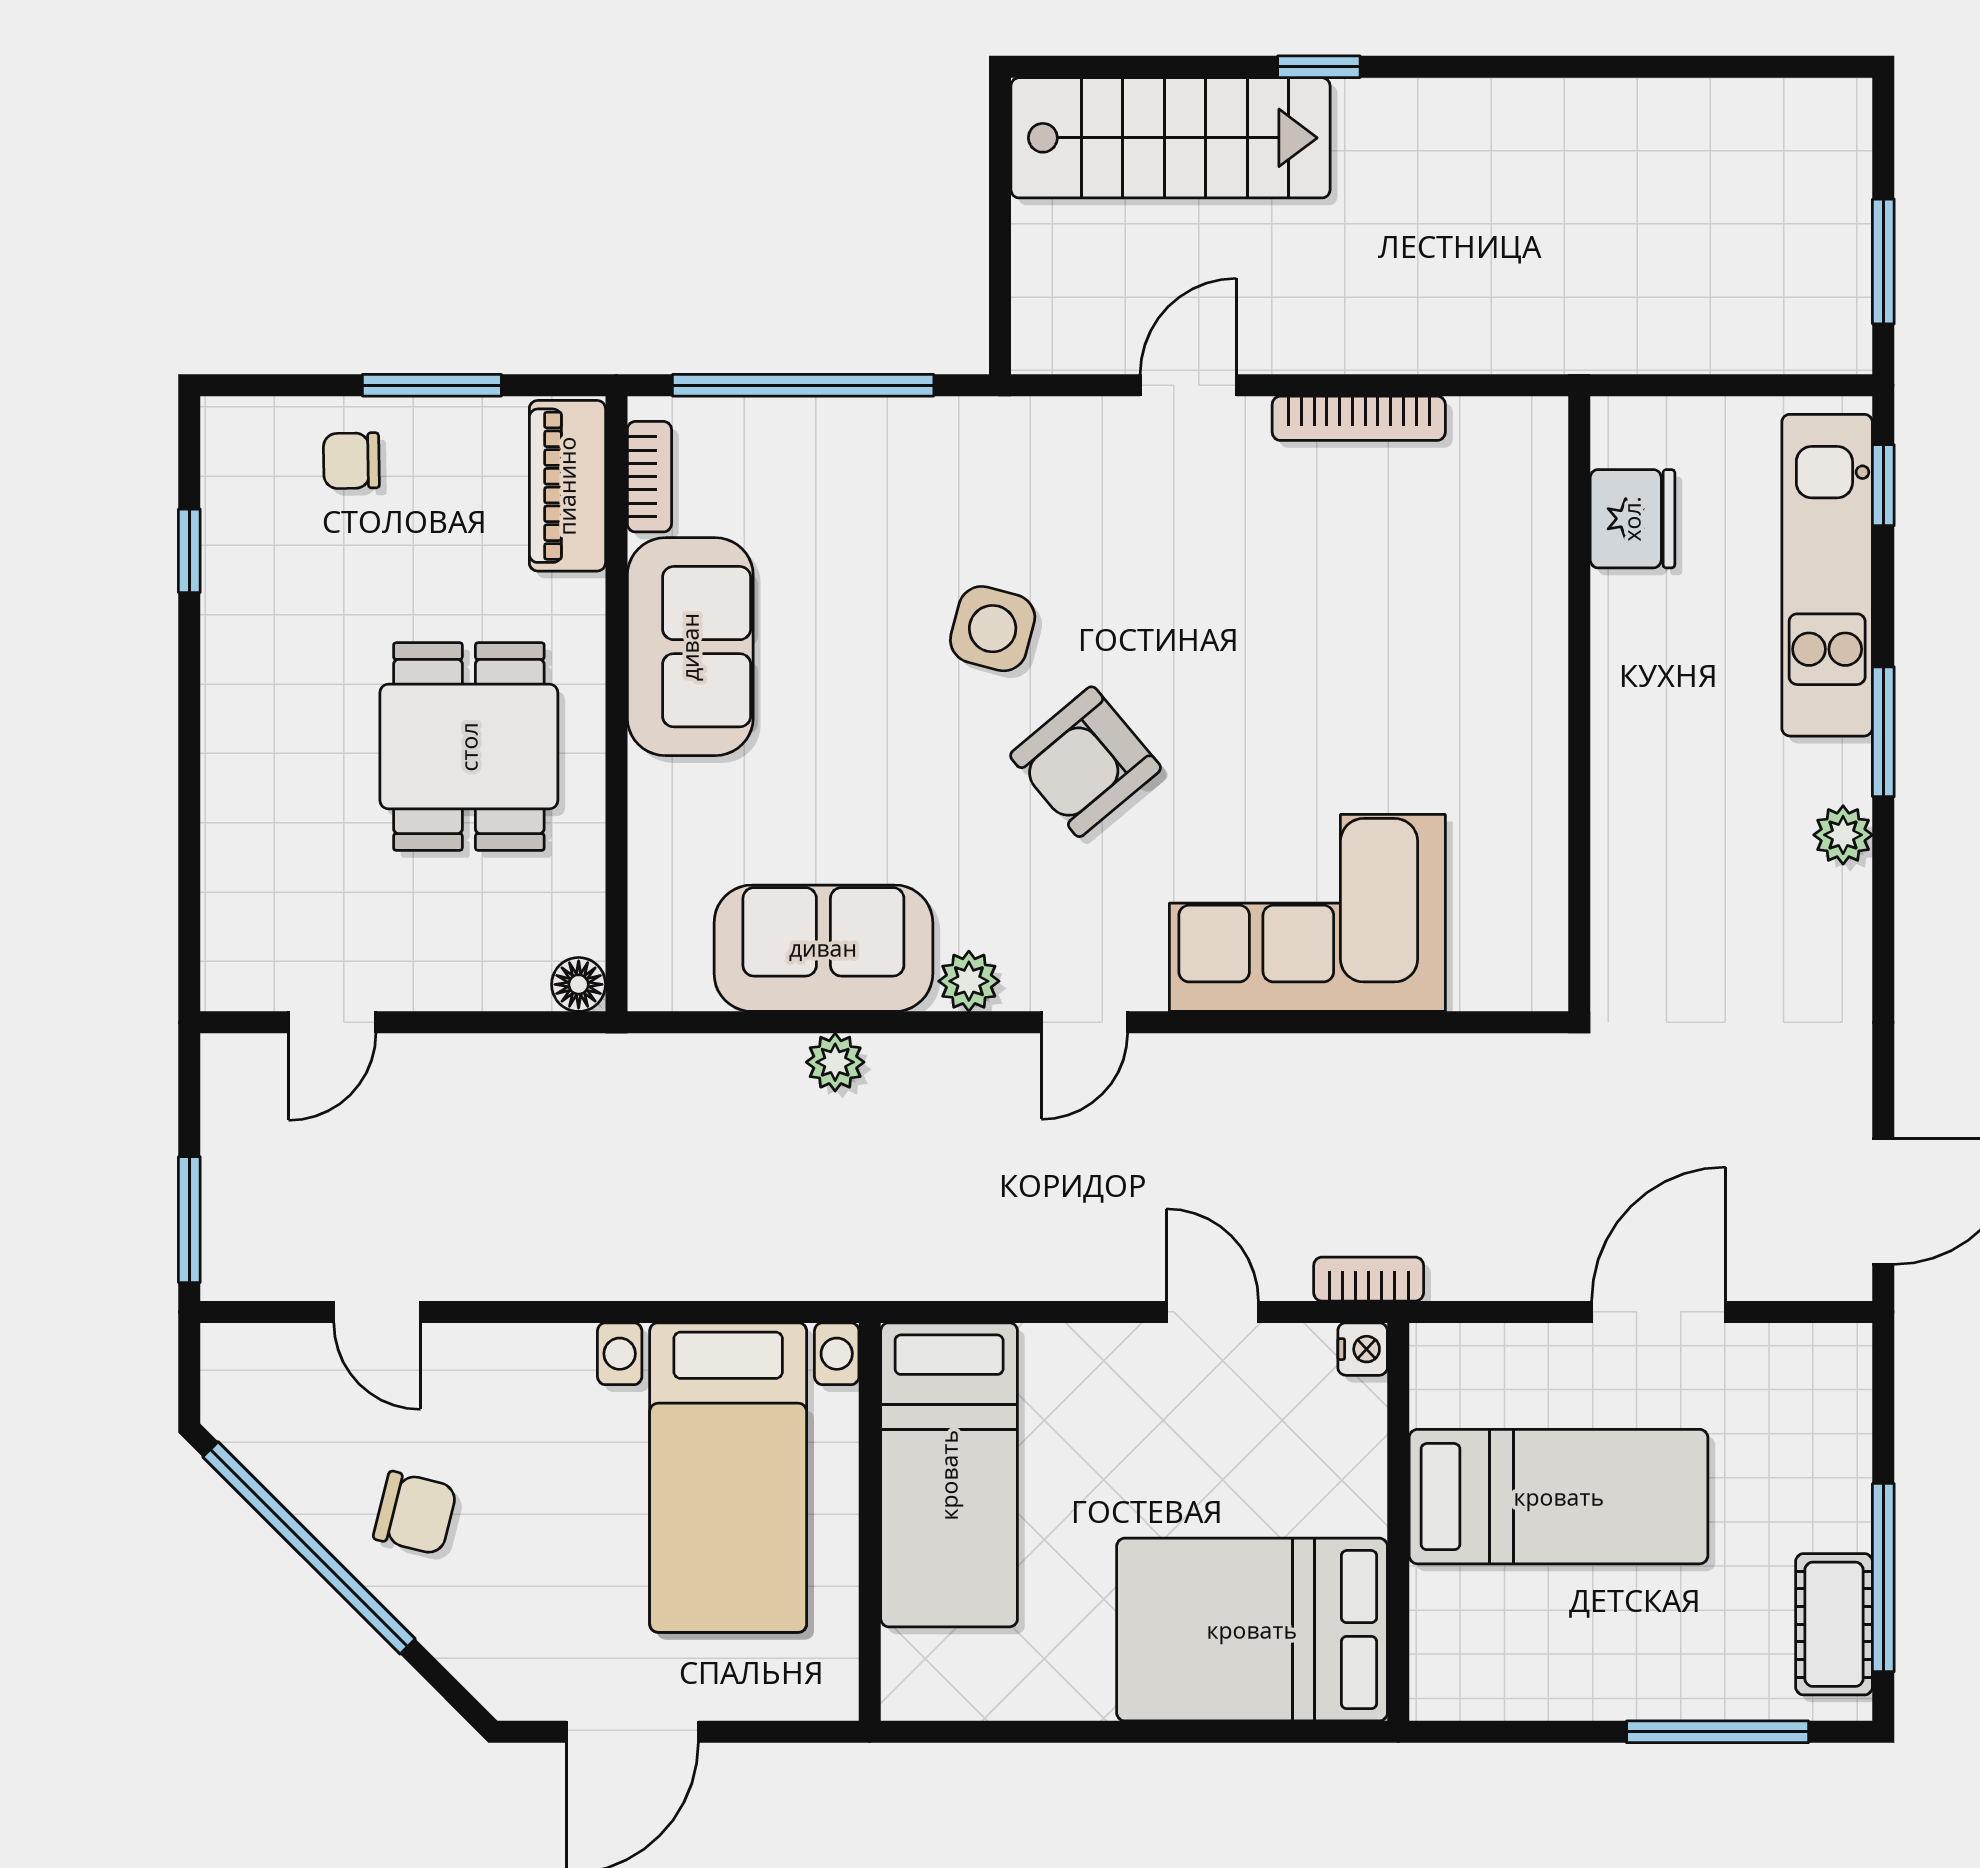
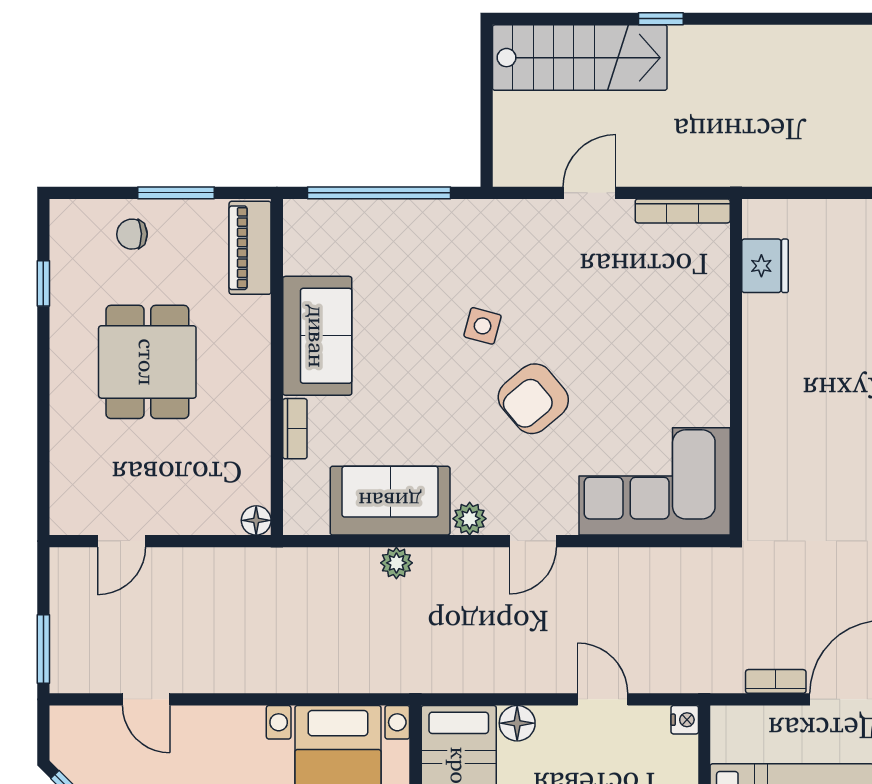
bookcase: (649, 477) -> (295, 429), moved
fridge: (1632, 519) -> (765, 266), moved
side table: (993, 629) -> (483, 326), width x0.73, depth x0.73
wall: (1579, 704) -> (736, 367), moved
dining table: (469, 747) -> (147, 362), moved
bookcase: (1369, 1279) -> (776, 681), moved
floor lamp: (1056, 1355) -> (517, 723), added

